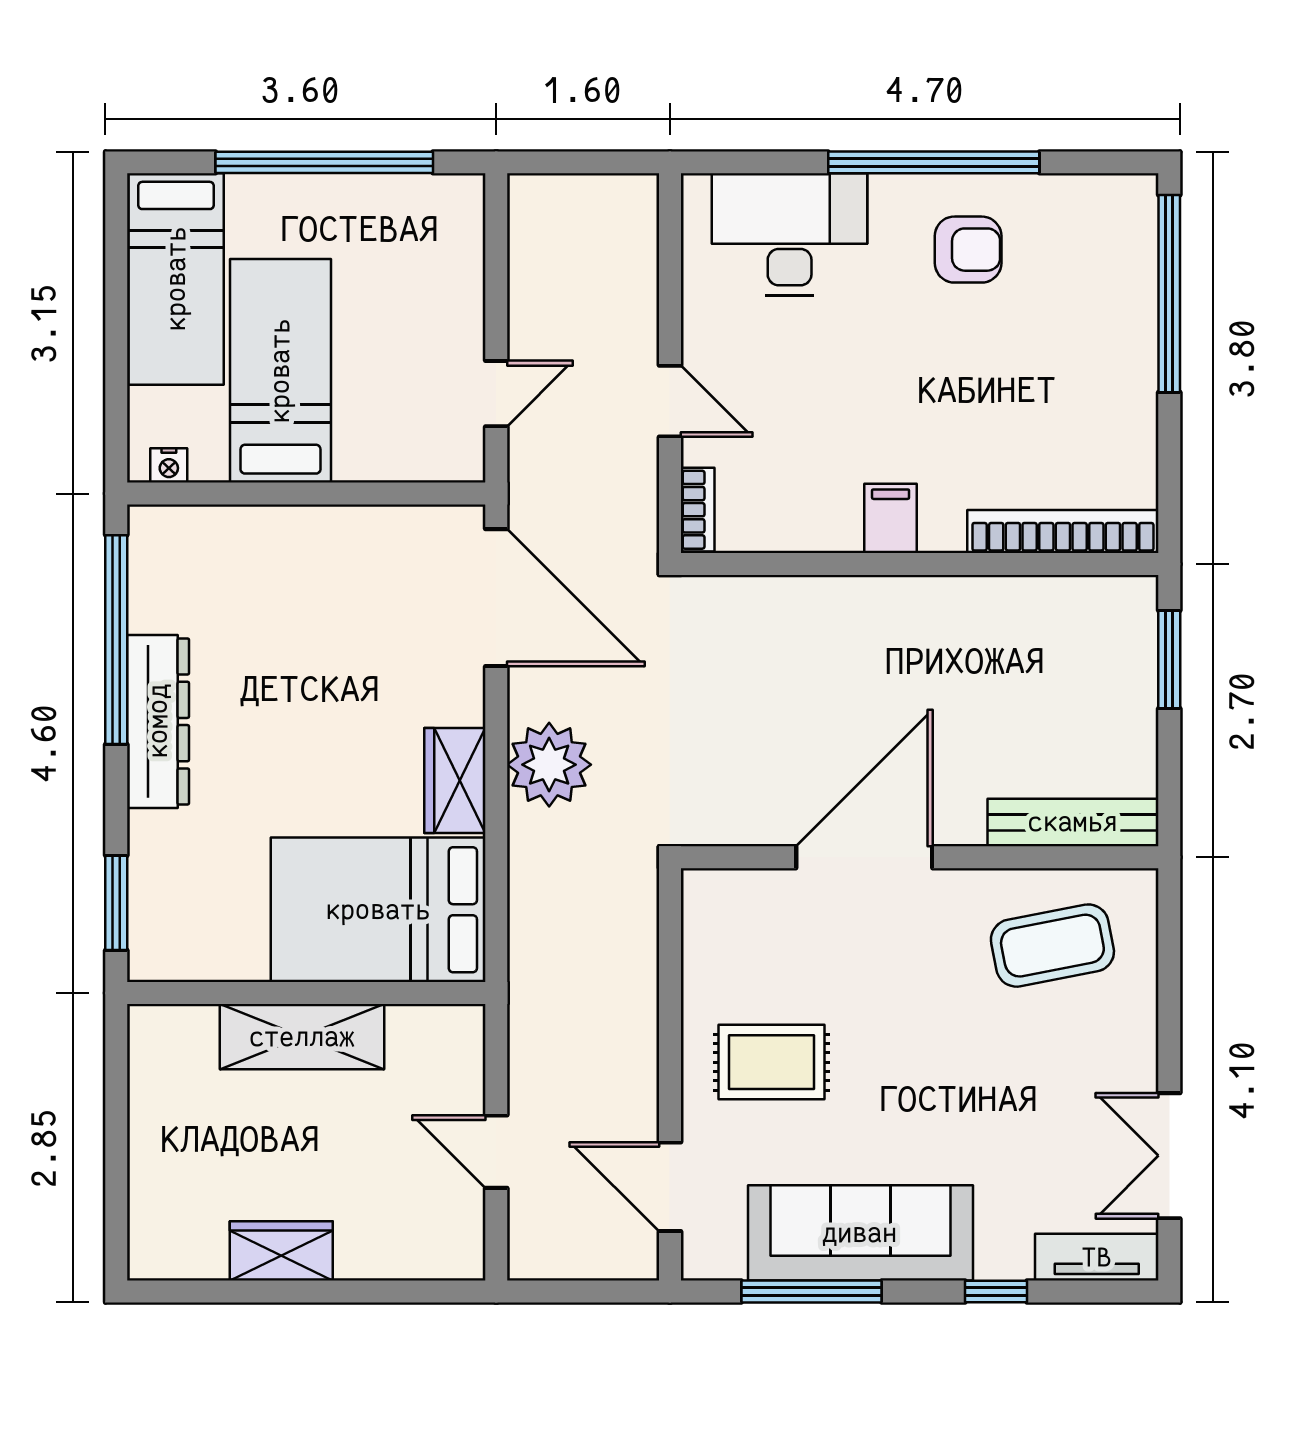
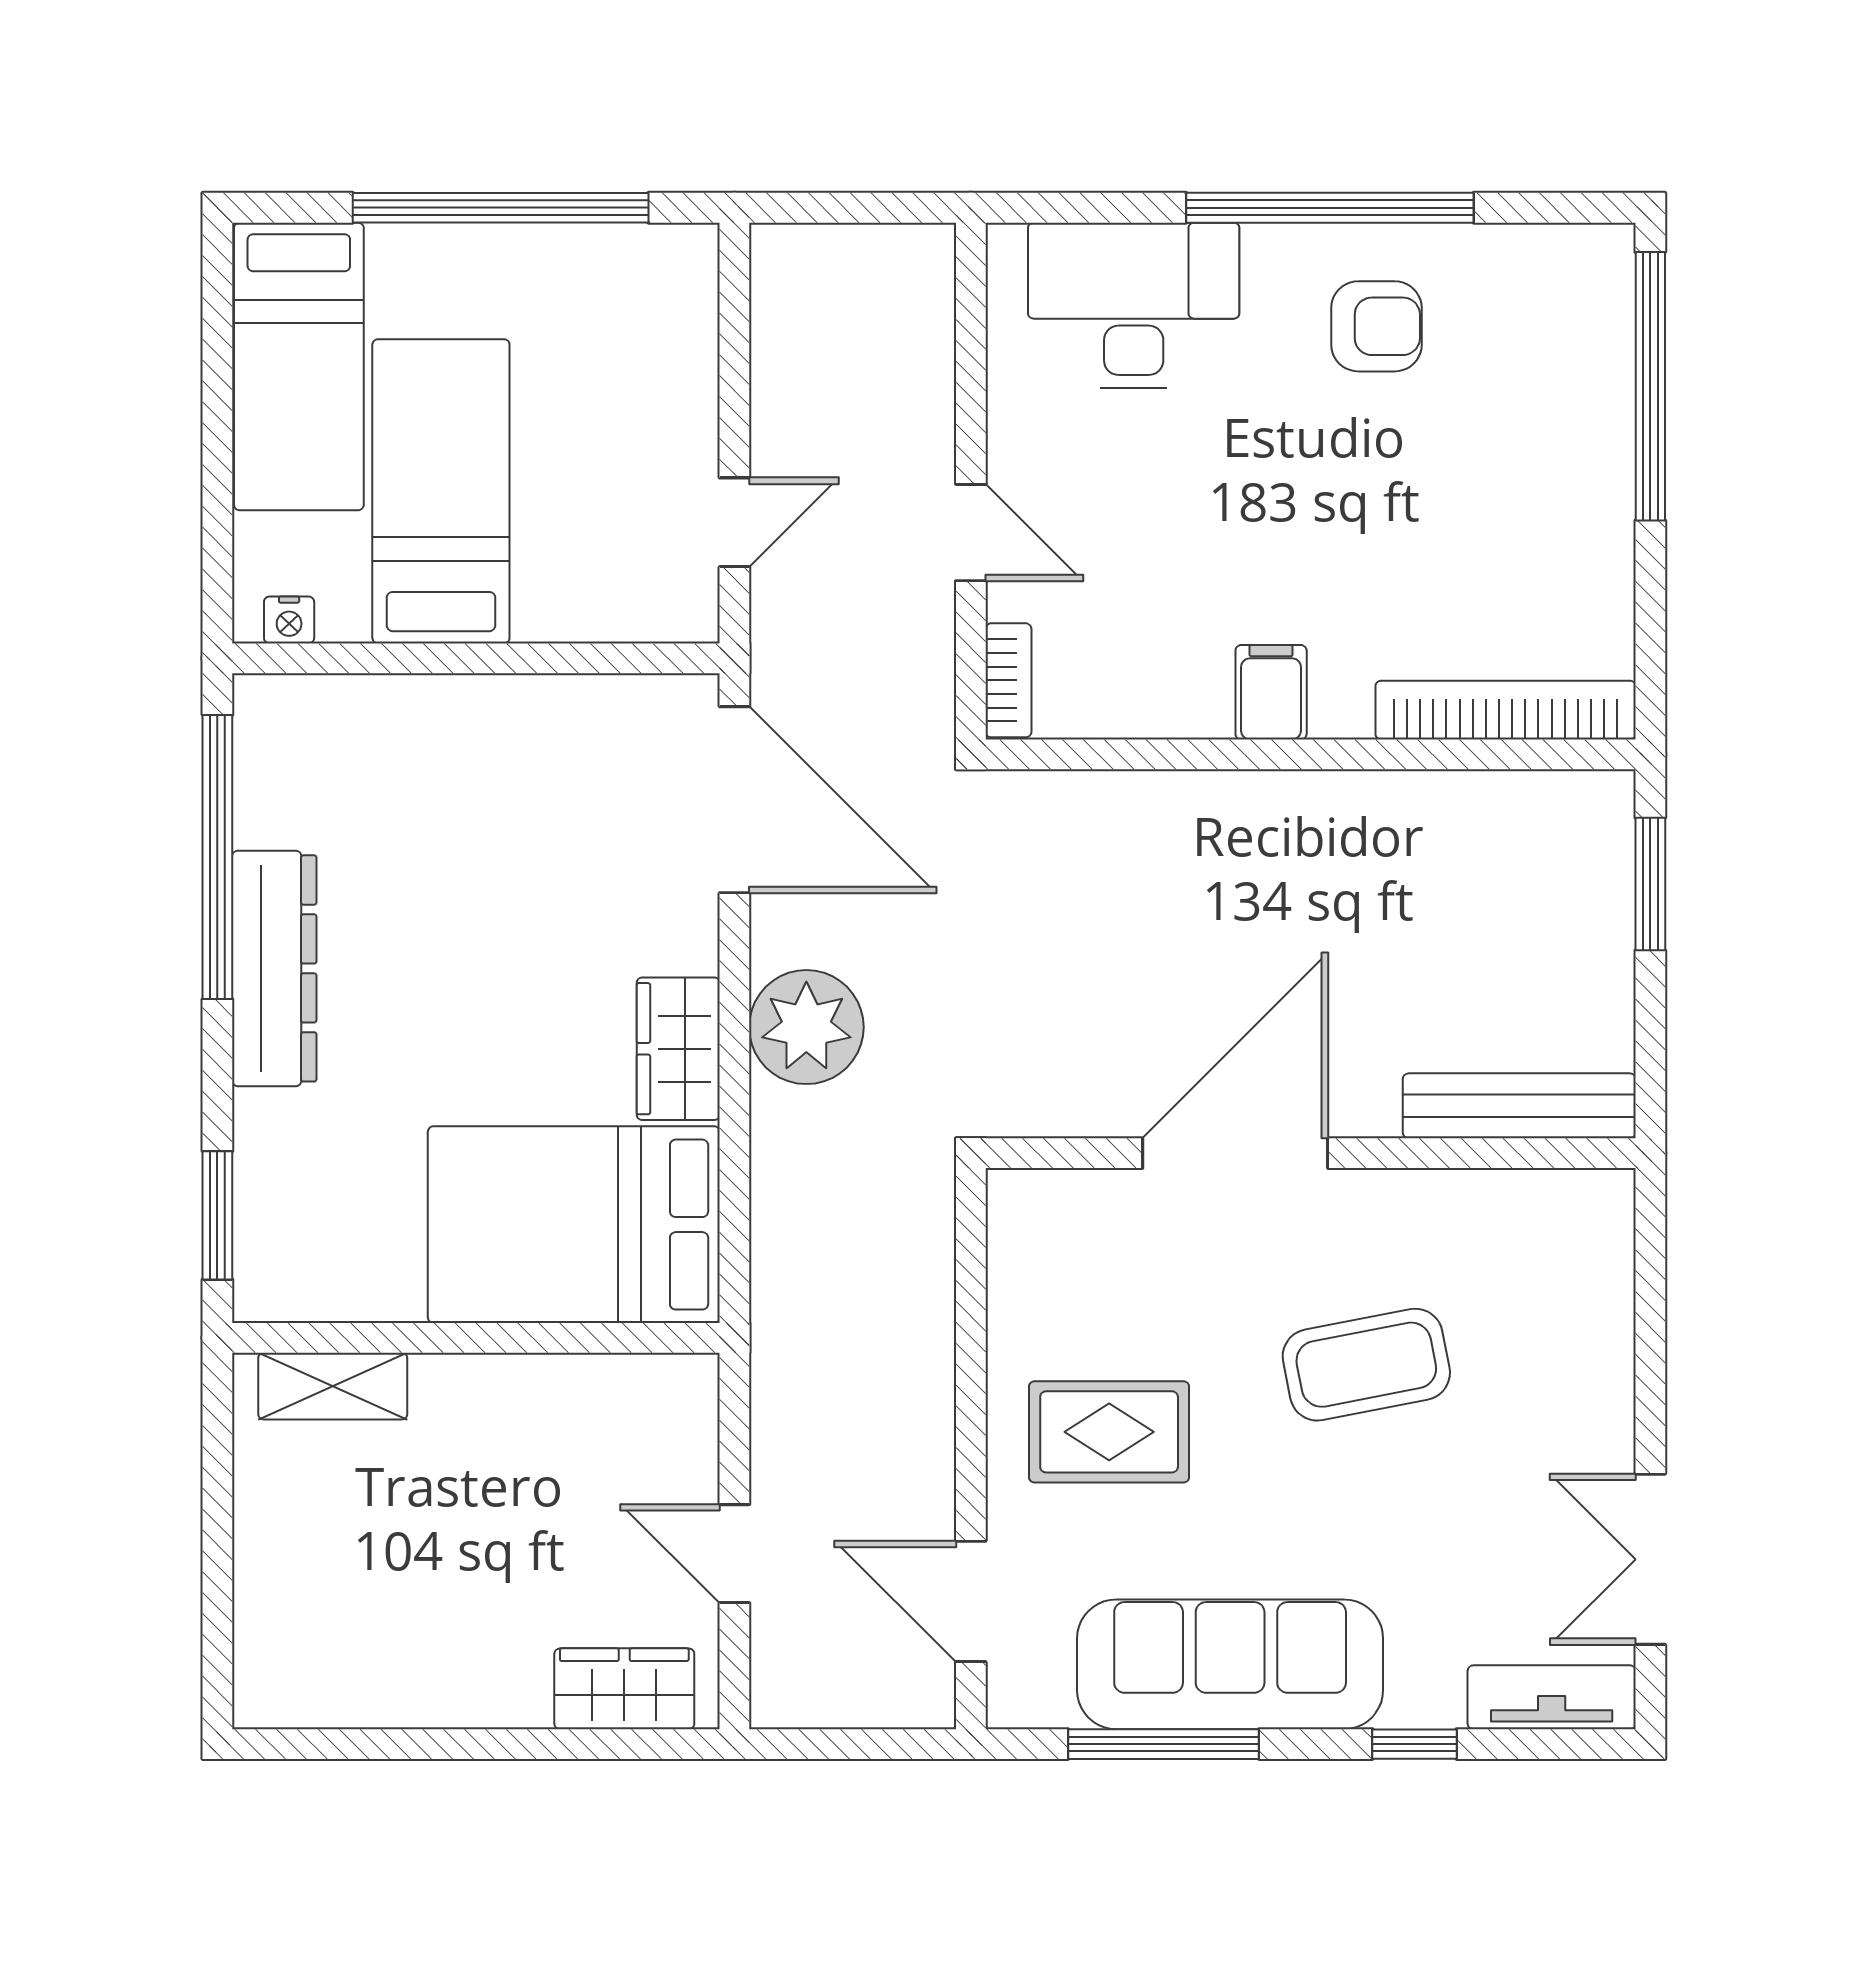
coffee table: (1052, 946) -> (1366, 1365), moved
shelving: (302, 1037) -> (333, 1386), moved, width x0.67, depth x0.75
wardrobe: (281, 1251) -> (624, 1689), moved

